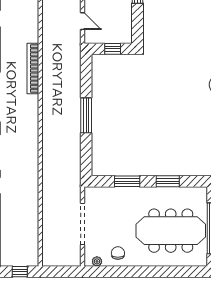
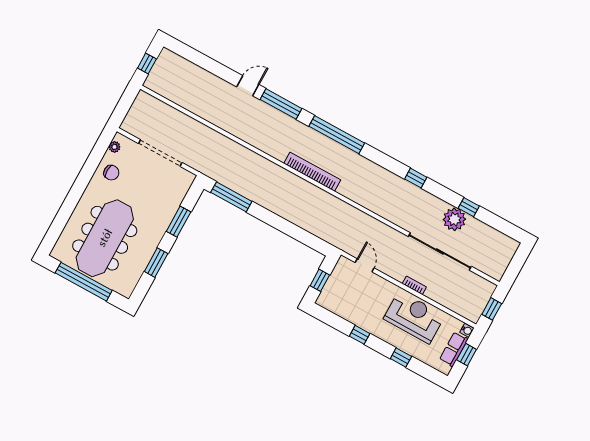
door: (82, 21) -> (365, 265), swing flipped
bookcase: (33, 69) -> (312, 172), moved
window: (86, 115) -> (231, 197), moved

